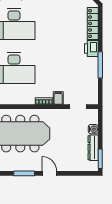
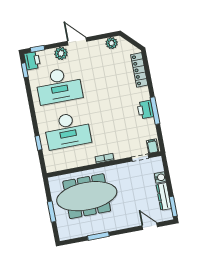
printer: (91, 49) -> (145, 110), moved
filing cabinet: (58, 98) -> (152, 146), moved
door: (49, 173) -> (150, 226), moved

